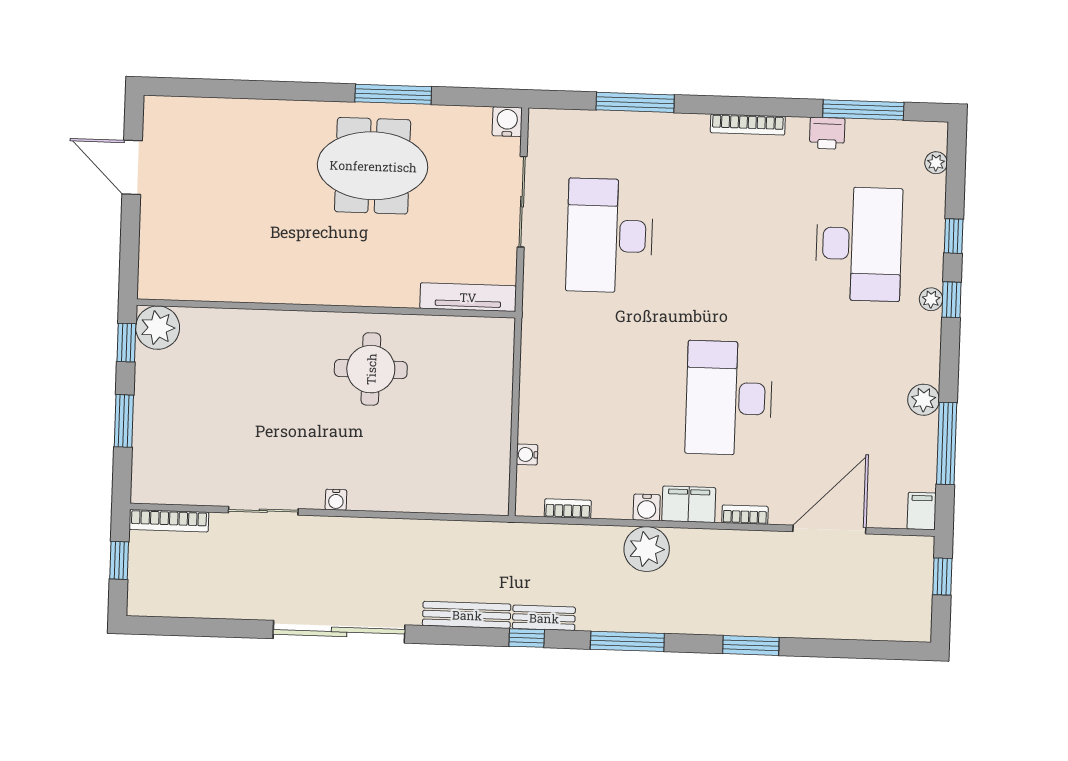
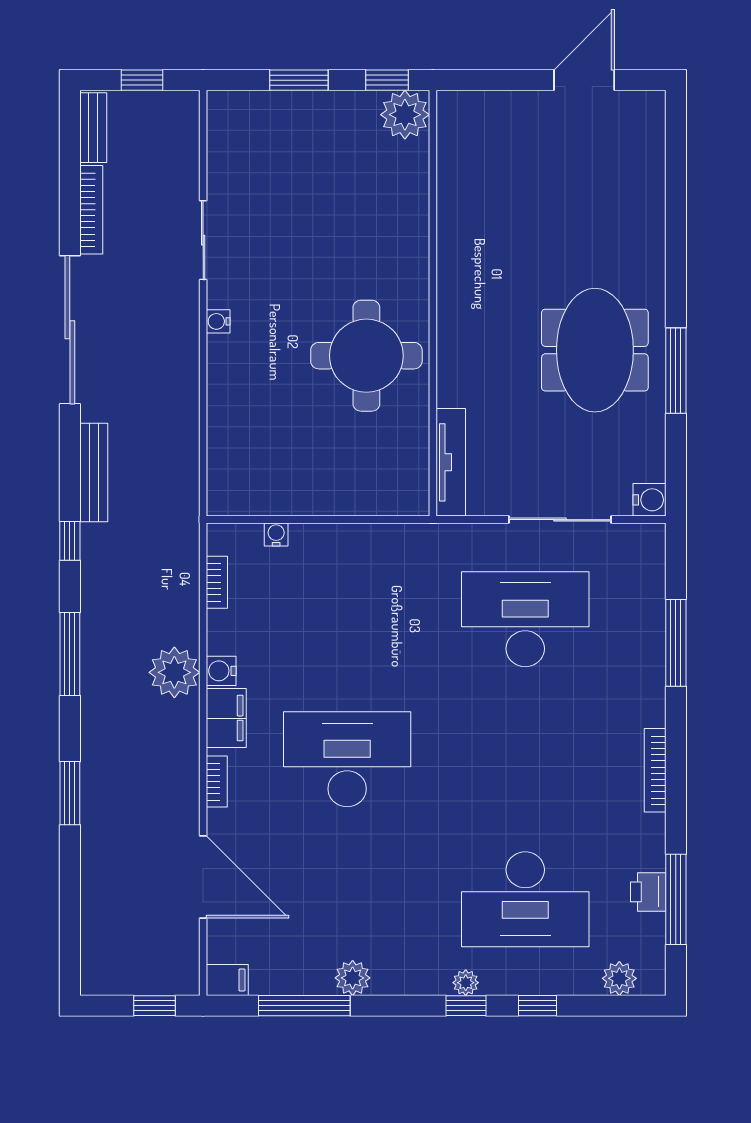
printer: (827, 133) -> (648, 892), moved
plant: (936, 163) -> (619, 978), width x1.38, depth x1.38
round table: (371, 369) -> (366, 356), width x1.36, depth x1.36
bookcase: (169, 521) -> (91, 210), moved, turned 180
bench: (544, 618) -> (93, 128), moved

